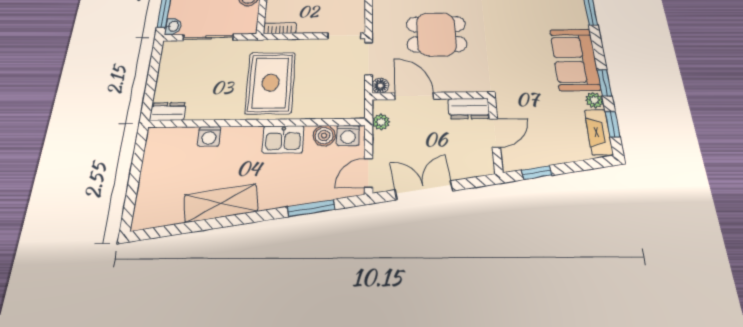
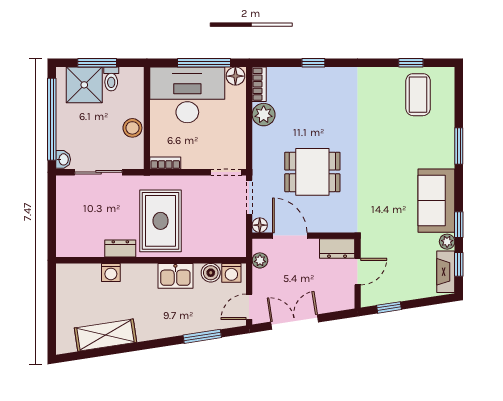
dresser: (168, 112) -> (120, 249), moved
shelving: (221, 203) -> (105, 335), moved

